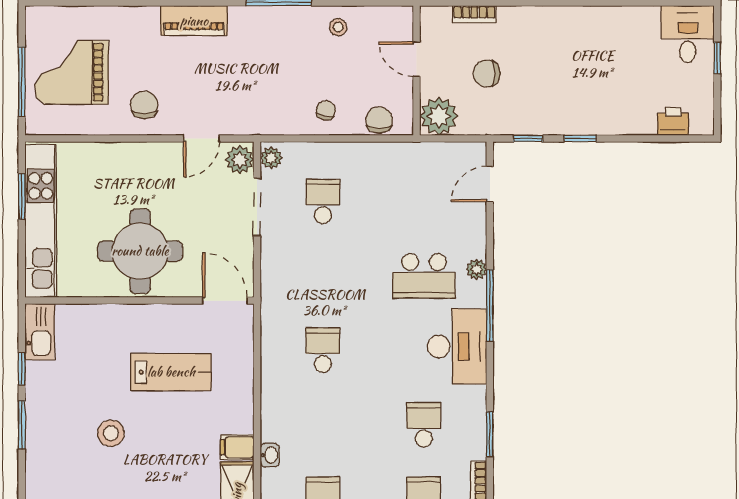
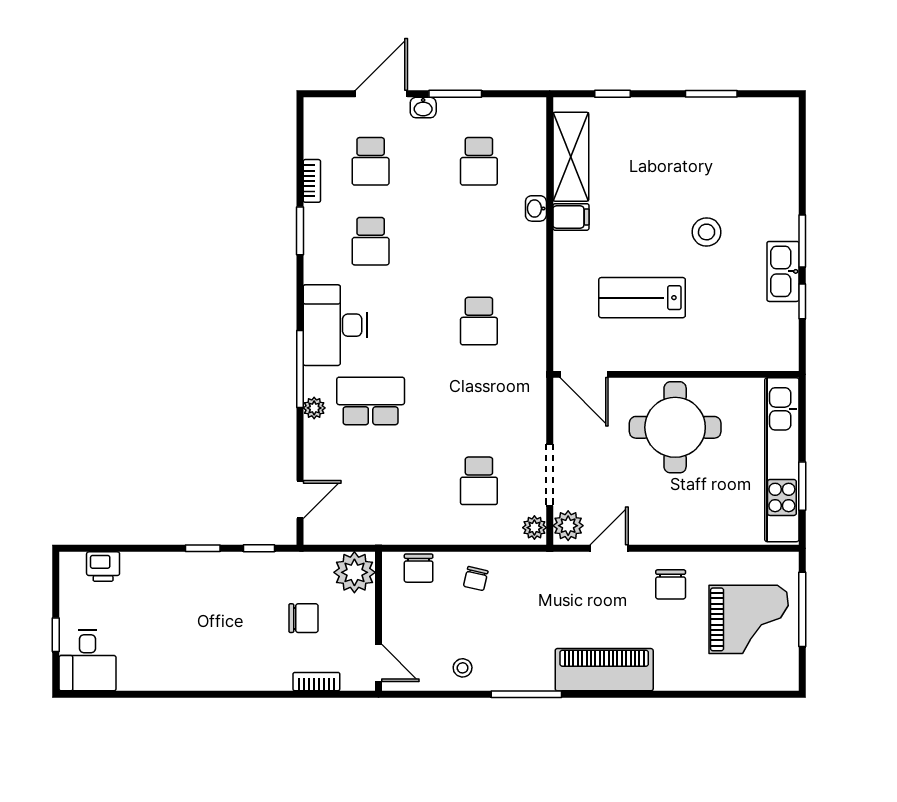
piano: (194, 21) -> (604, 670), width x1.37, depth x1.33
door: (417, 59) -> (378, 663), moved
kitchen sink: (40, 332) -> (783, 271), moved

